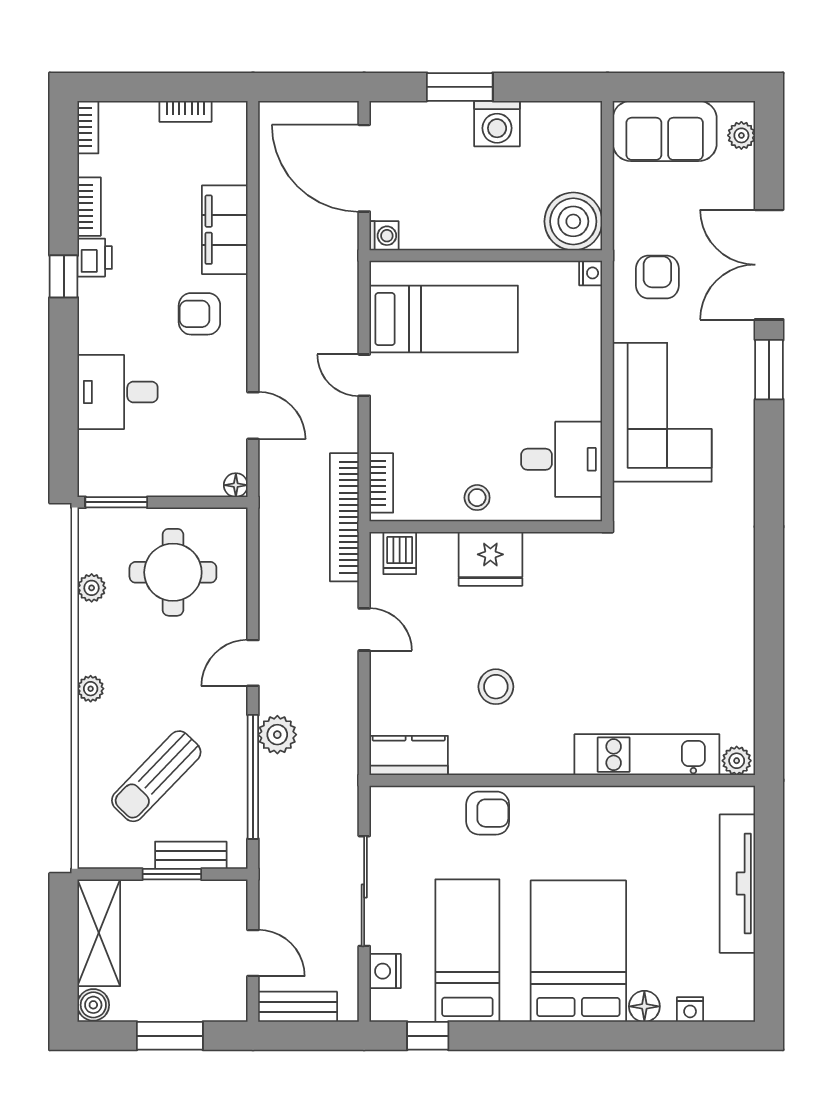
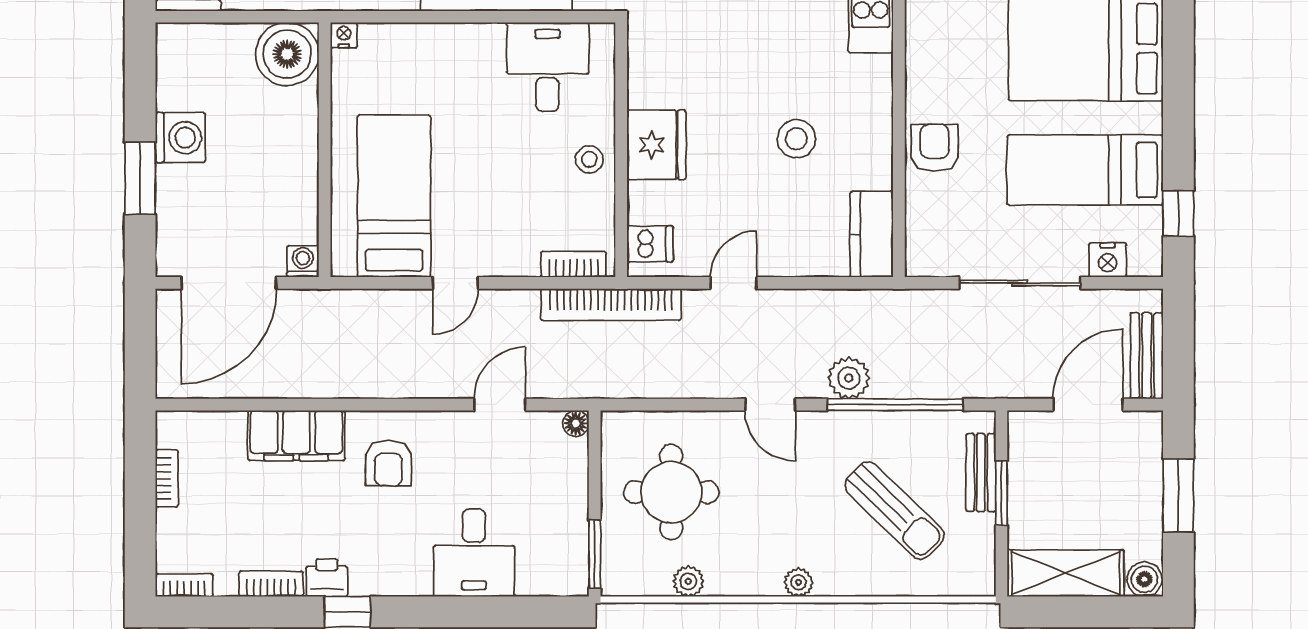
door: (253, 953) -> (1088, 405), width x1.38

